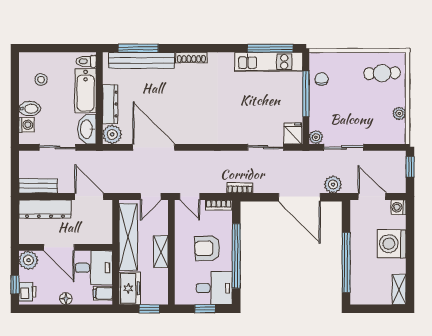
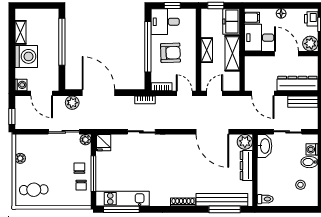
bathtub: (86, 91) -> (266, 176), removed
chair: (324, 101) -> (79, 168), added
sliding door: (266, 147) -> (141, 132), moved
shelving: (128, 237) -> (232, 53), width x0.68
shelving: (399, 289) -> (20, 32), moved

